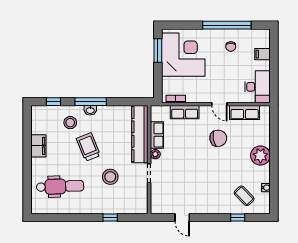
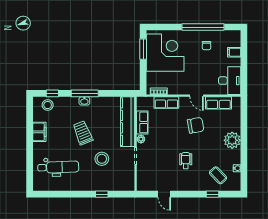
stool: (70, 123) -> (48, 105), moved
wheelchair: (207, 179) -> (186, 161), added

